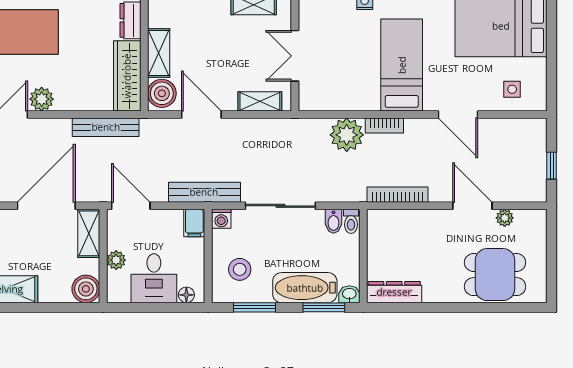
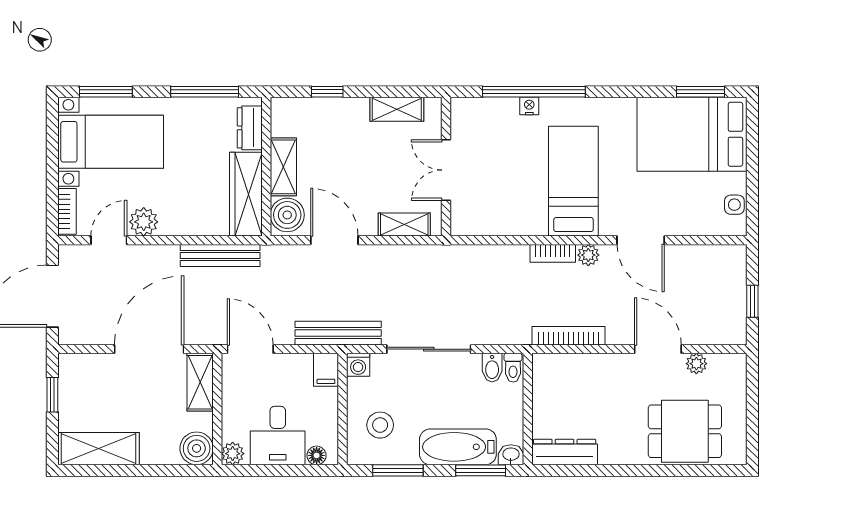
side table: (512, 89) -> (734, 205), moved
plant: (347, 135) -> (588, 255), moved, width x0.53, depth x0.53
plant: (116, 260) -> (233, 454), moved

